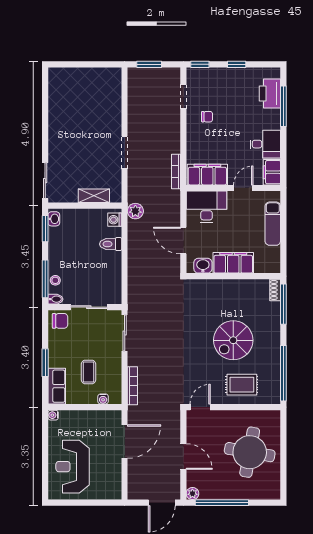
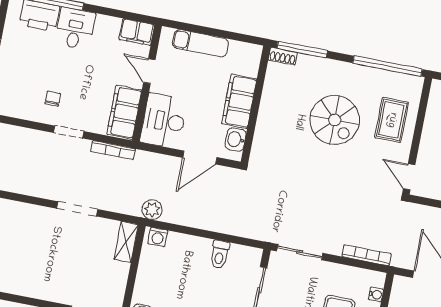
doorway: (183, 97) -> (69, 132), moved
desk: (265, 144) -> (75, 28), moved
shelving: (94, 196) -> (126, 242), moved
toilet: (111, 244) -> (220, 254), moved

